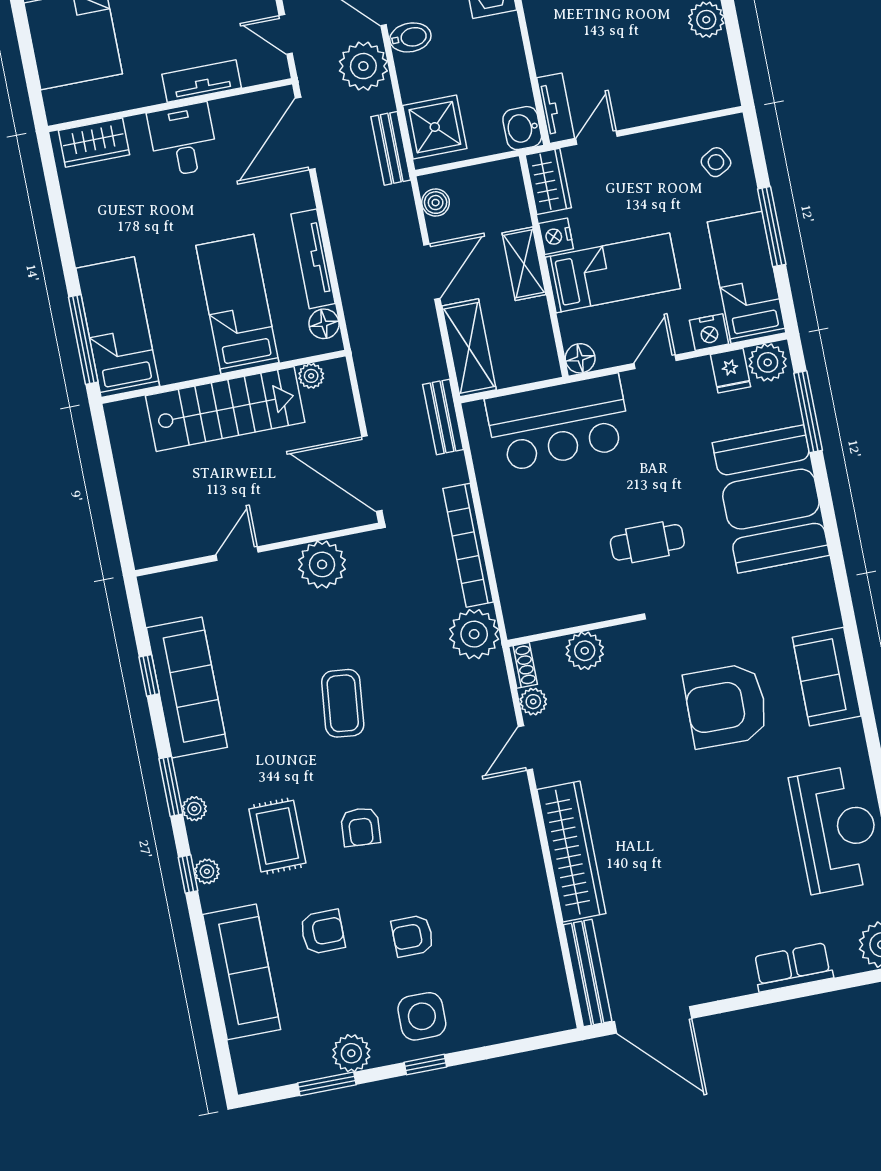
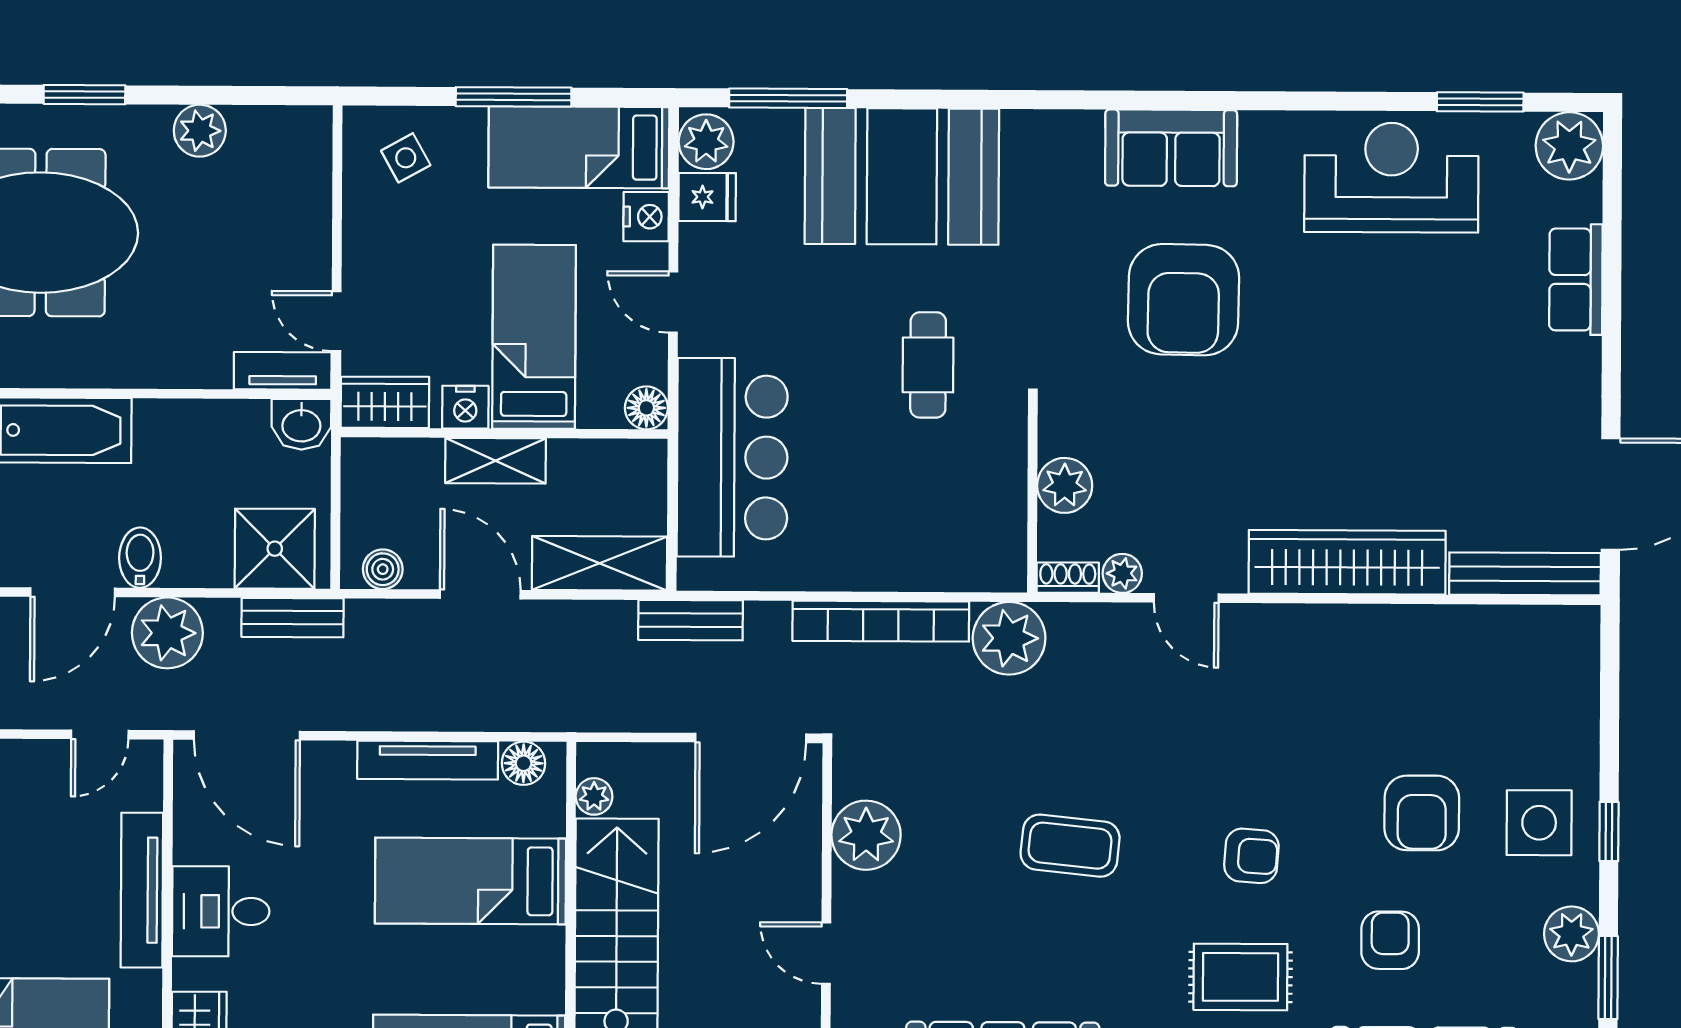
tv unit: (202, 81) -> (142, 890), width x1.41
armchair: (413, 936) -> (1422, 813), width x1.38, depth x1.38

